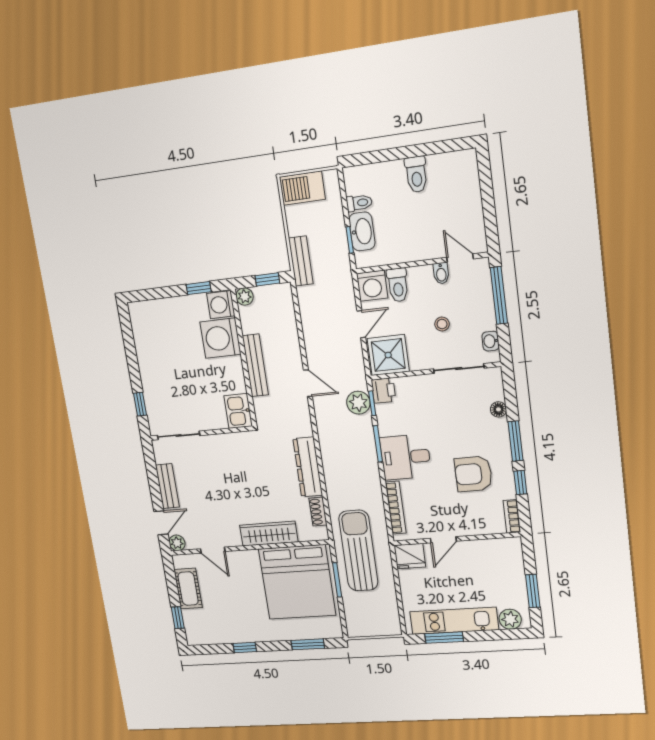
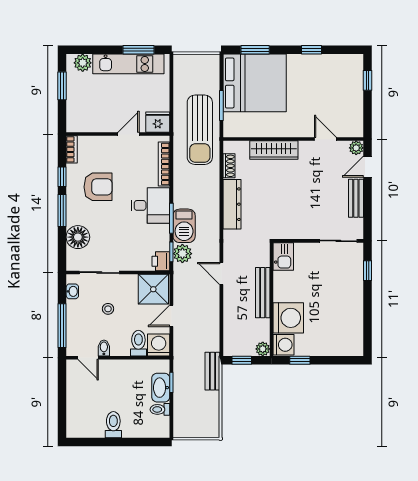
barbecue: (302, 188) -> (184, 226), moved, turned 90
floor lamp: (498, 409) -> (78, 237), width x1.89, depth x1.89
bed: (297, 582) -> (255, 83), moved, turned 90
cot: (188, 589) -> (353, 106), removed

